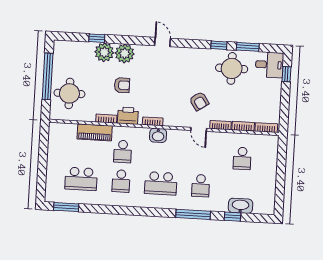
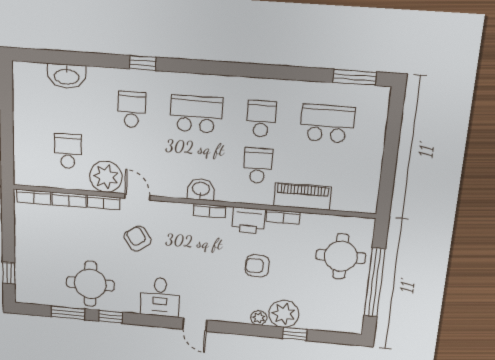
plant: (125, 53) -> (259, 318), width x0.53, depth x0.53
desk: (269, 65) -> (160, 297), moved, turned -90
plant: (218, 142) -> (106, 177), added
window: (193, 214) -> (143, 63), width x0.46
window: (232, 217) -> (79, 59), removed

